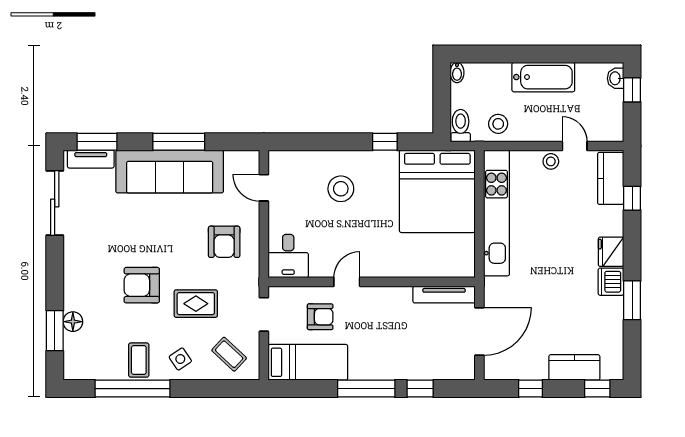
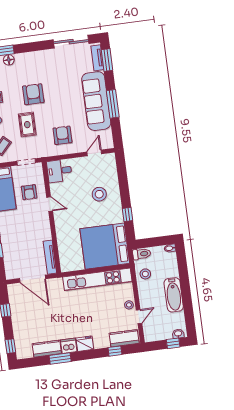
armchair: (224, 242) -> (62, 135), turned 90
kitchen counter: (574, 367) -> (47, 349), moved, turned -90

